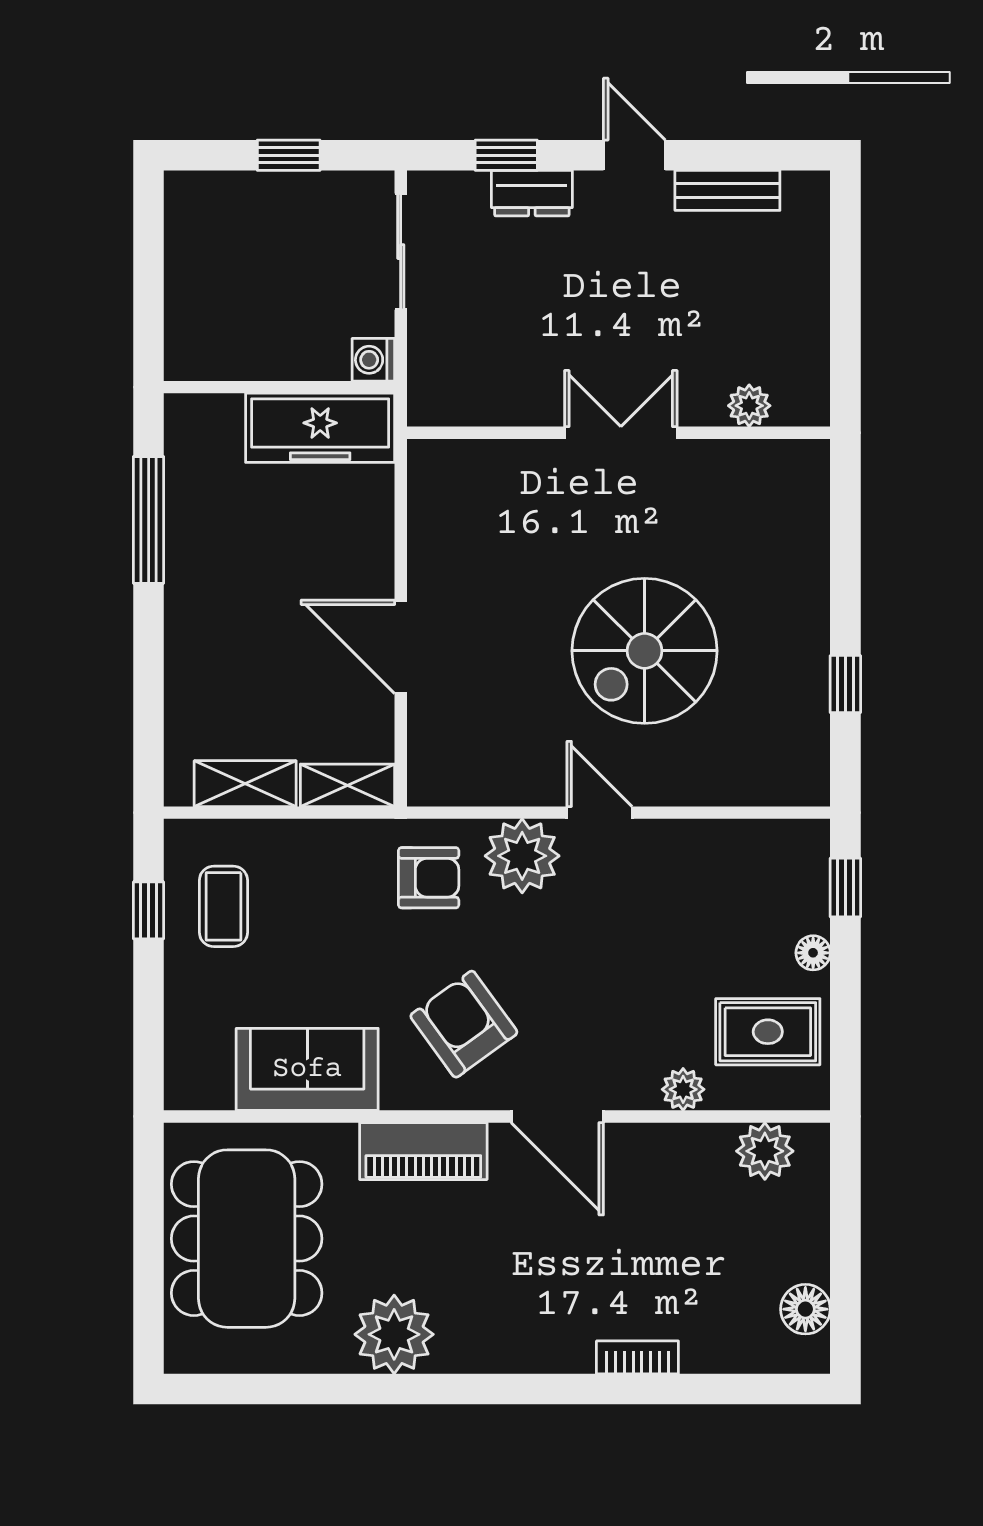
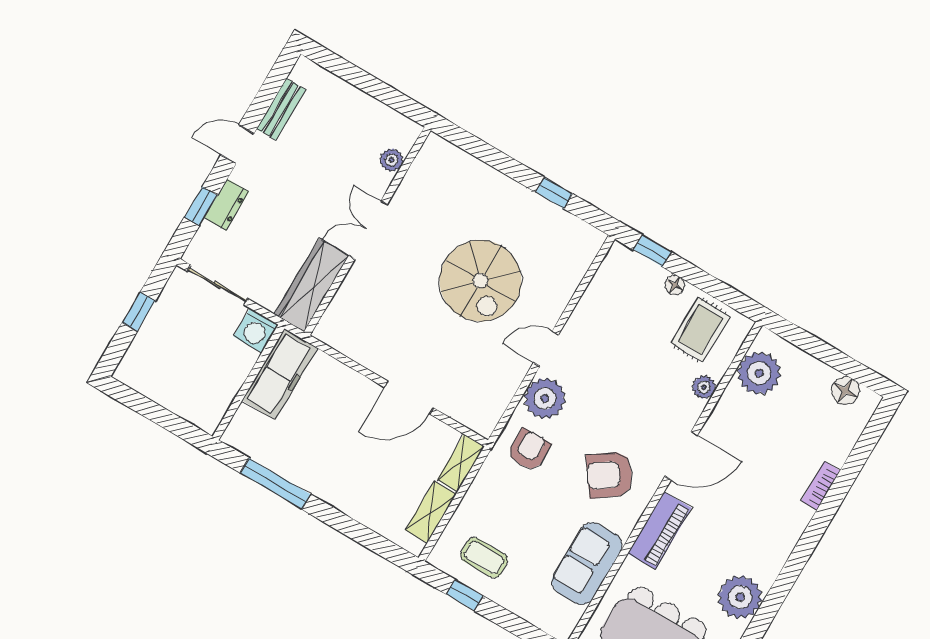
washing machine: (373, 360) -> (256, 331), width x1.38, depth x1.38
wardrobe: (486, 396) -> (312, 285), added
plant: (765, 1151) -> (759, 373), width x1.36, depth x1.36

